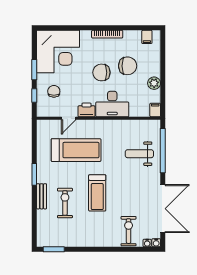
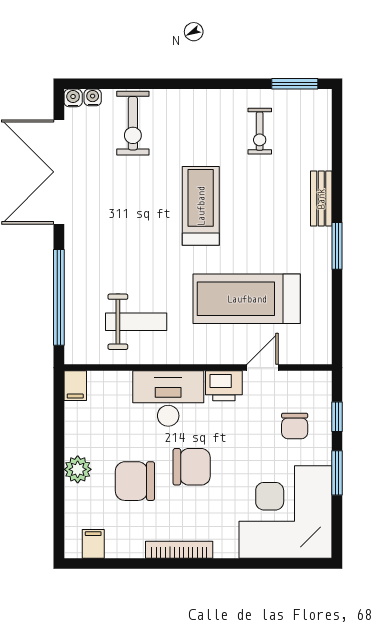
plant: (154, 83) -> (78, 469), moved
weight bench: (139, 154) -> (136, 322), moved
exercise bike: (65, 203) -> (260, 131), moved, width x0.73, depth x0.72

